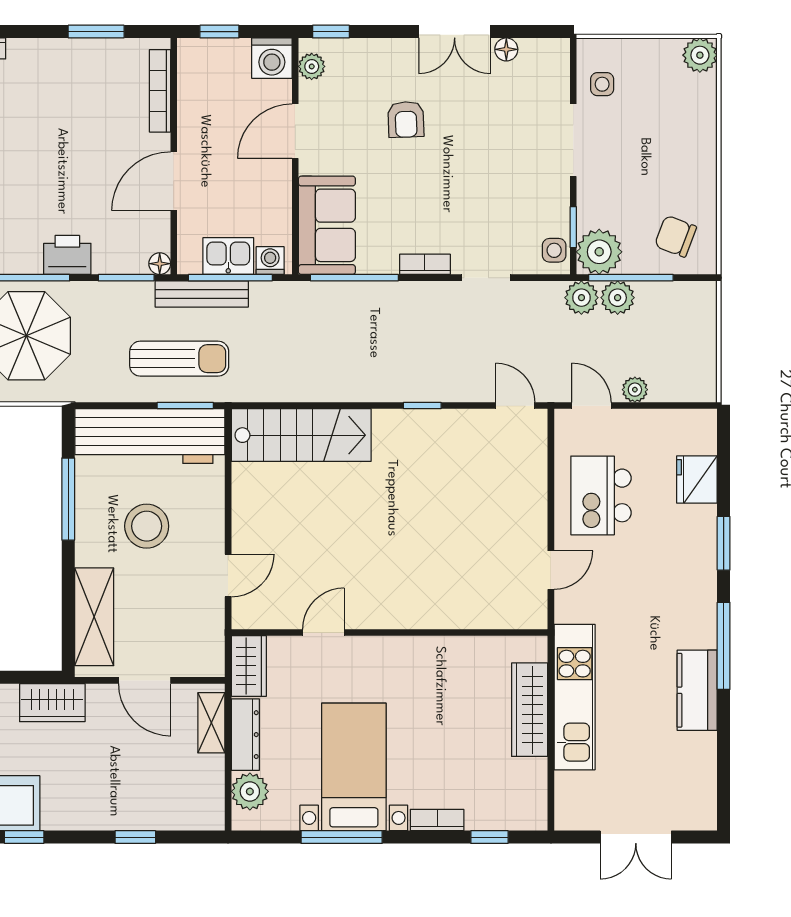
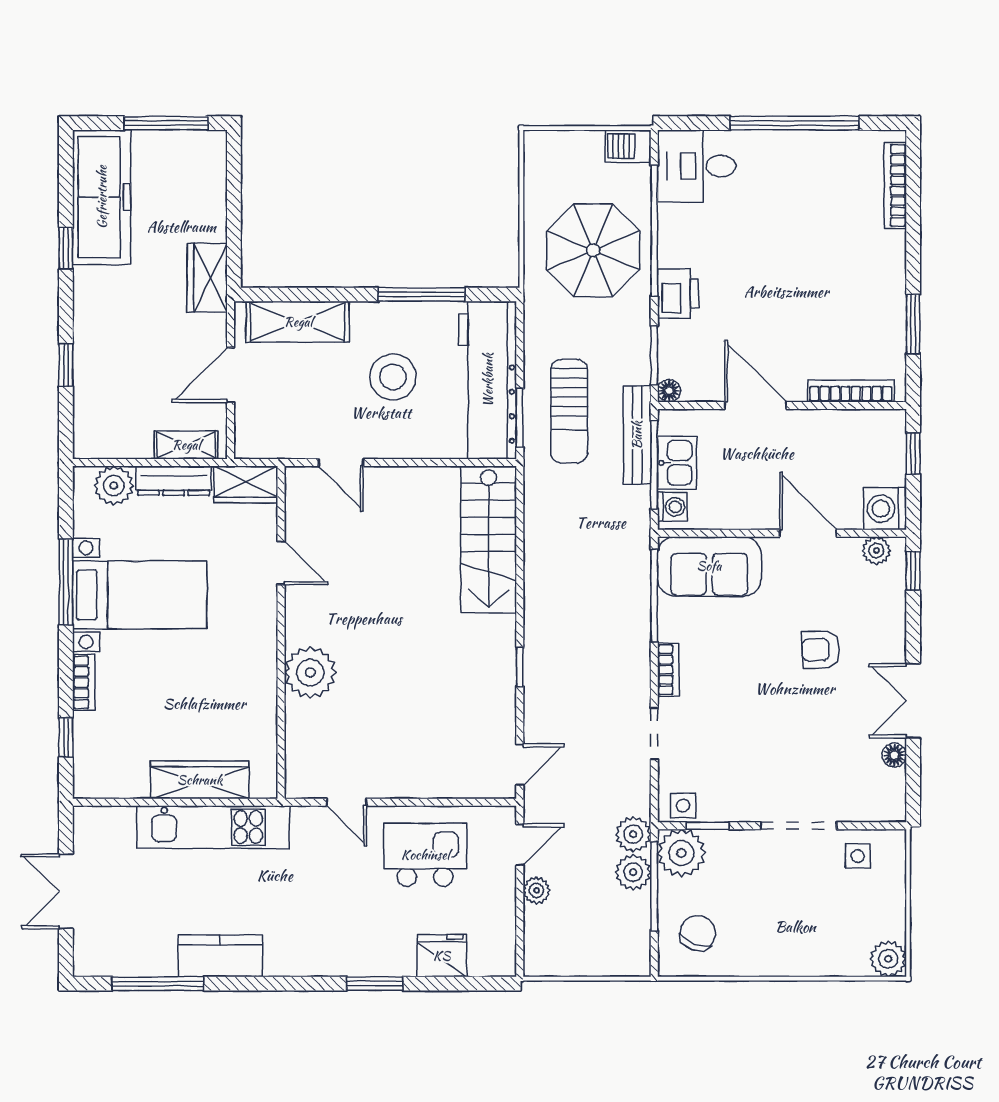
plant: (428, 605) -> (310, 672), added
window: (724, 646) -> (158, 984), moved

